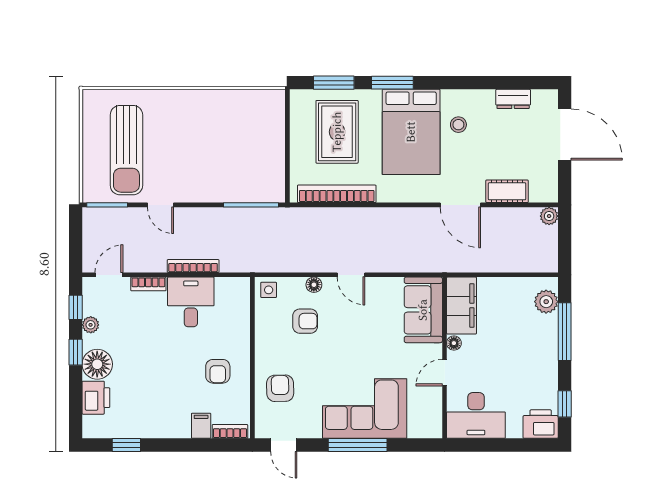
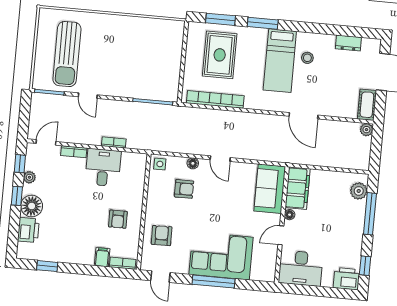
bed: (411, 132) -> (280, 61), width x0.67
cot: (507, 191) -> (367, 105), moved, turned 90
bookcase: (193, 266) -> (114, 142), width x0.64

